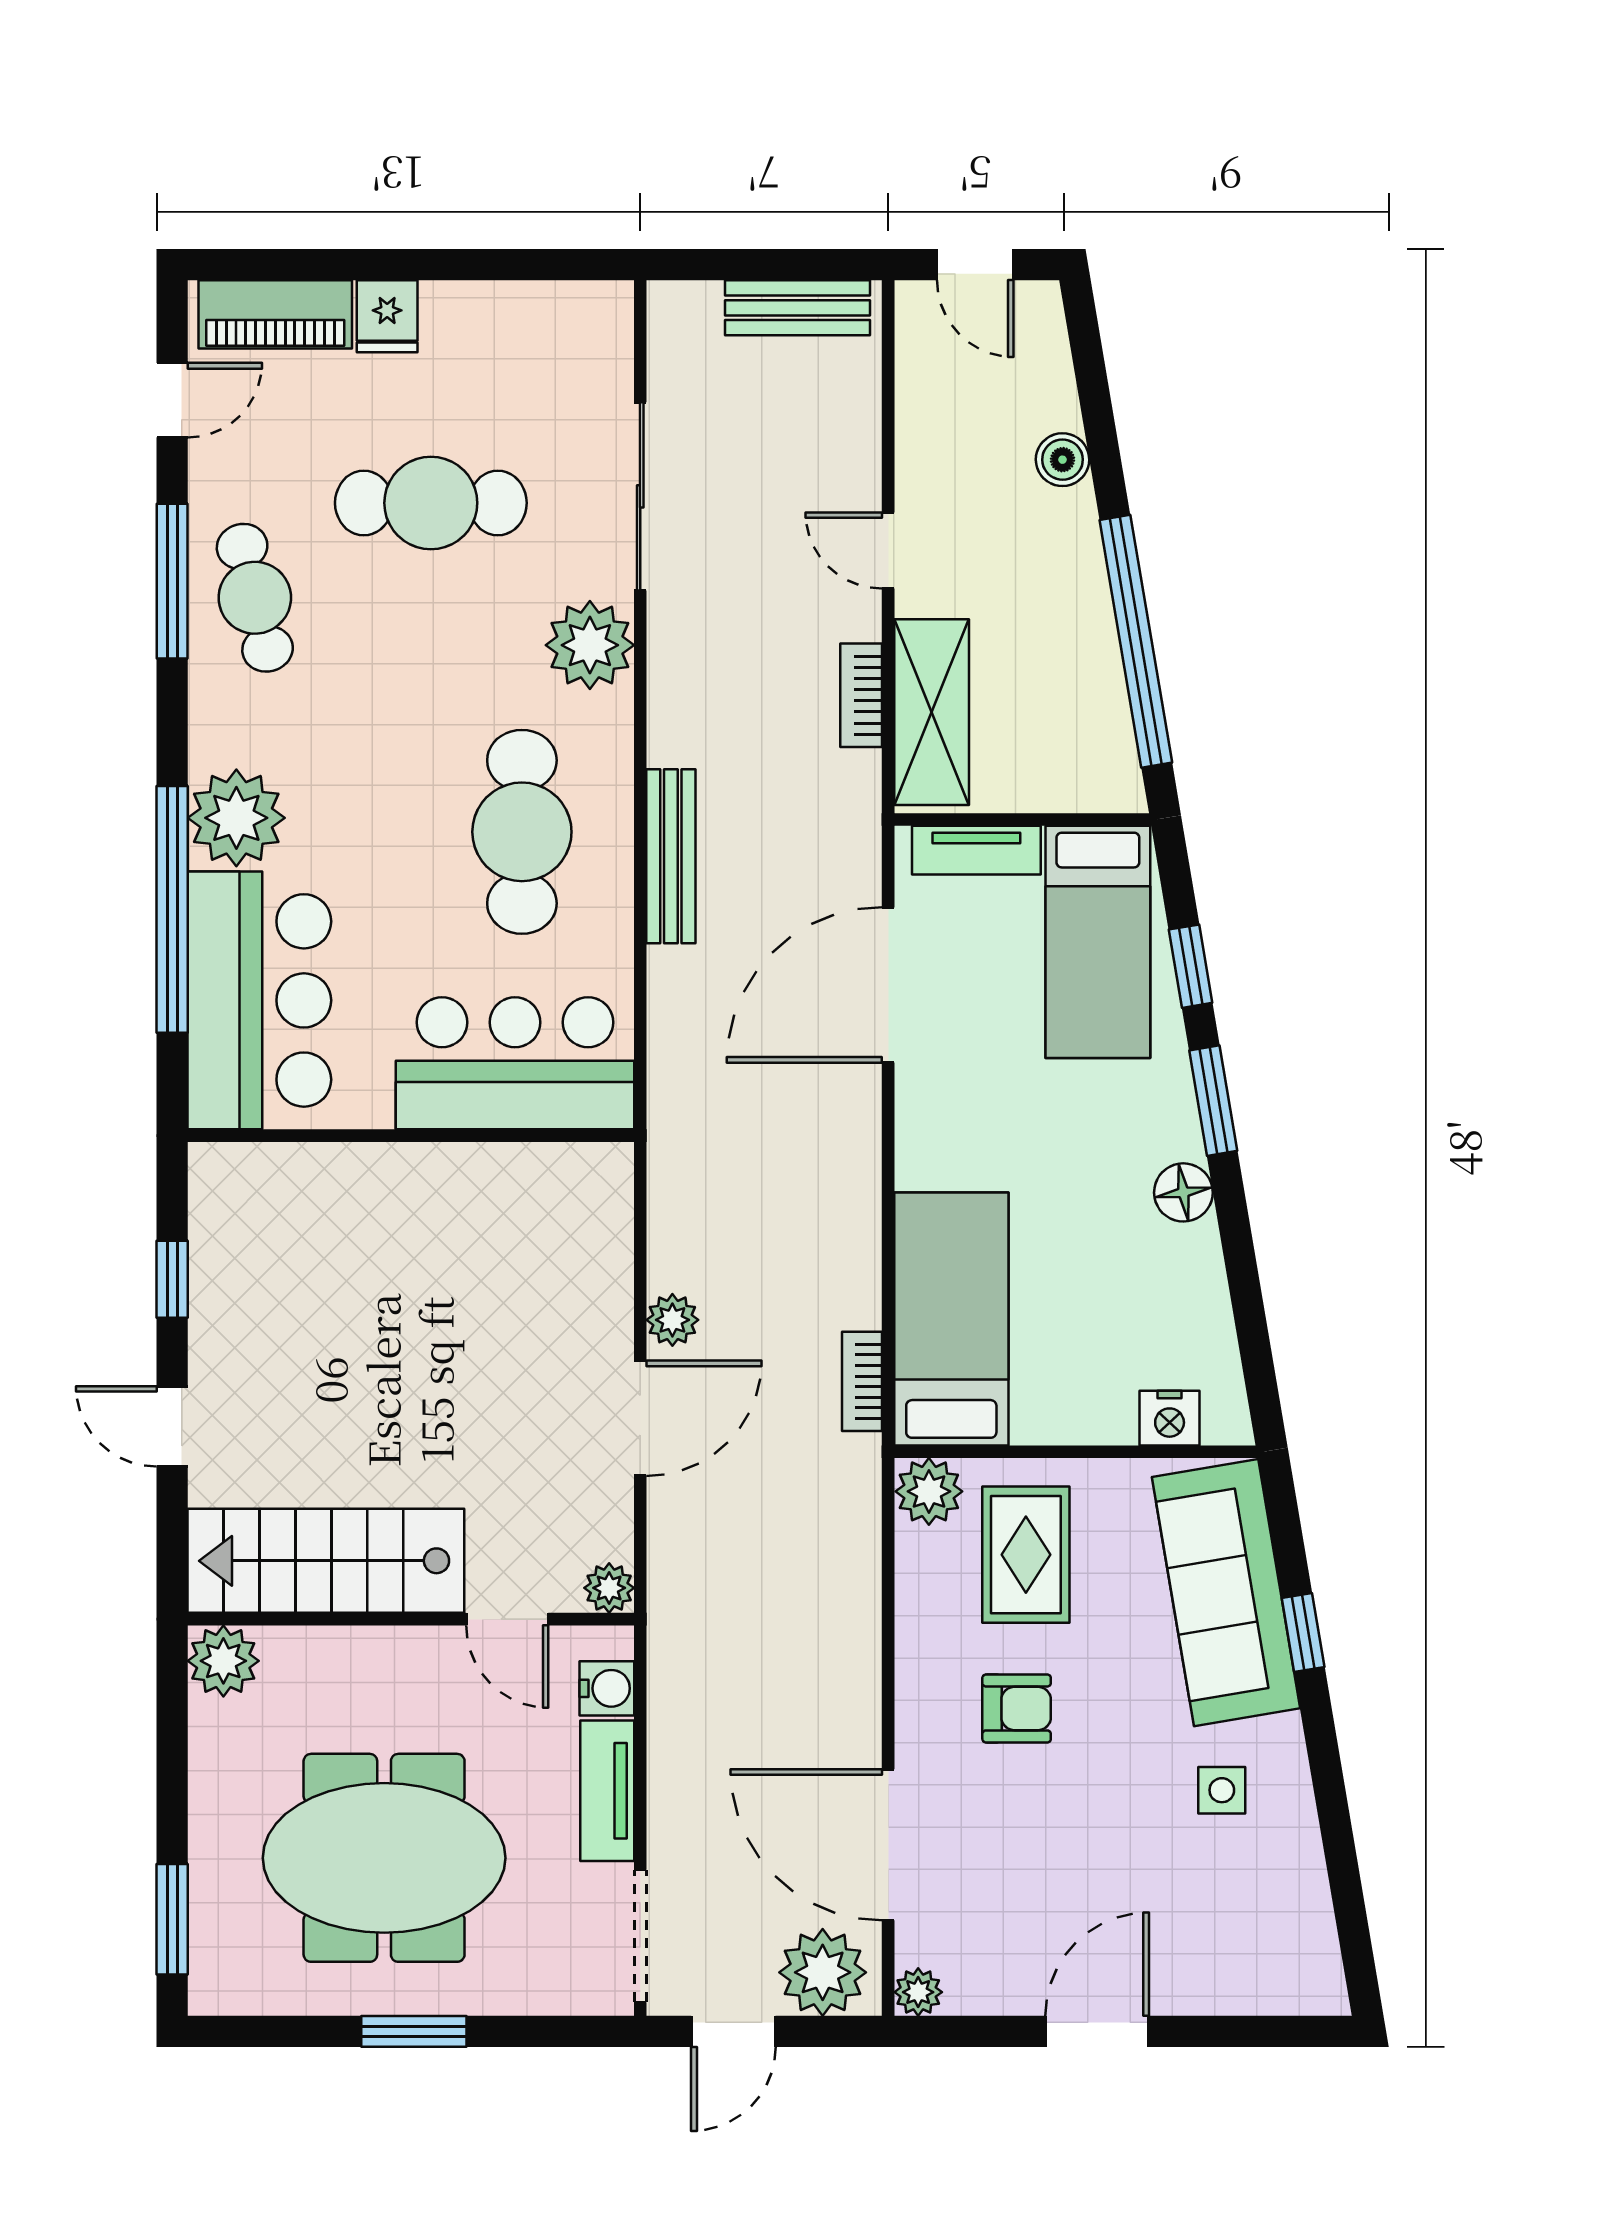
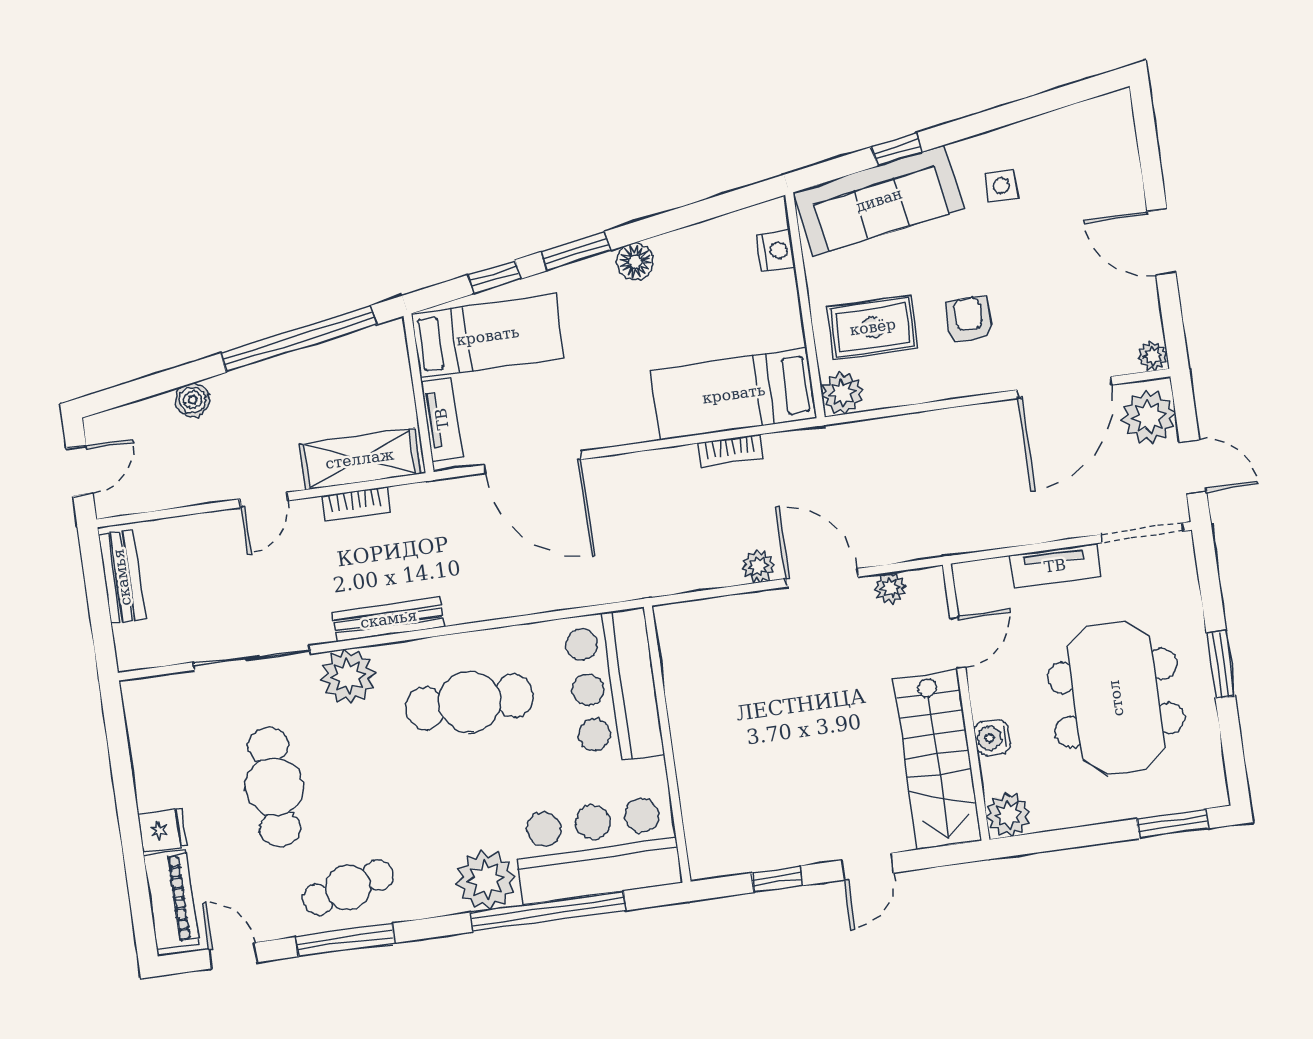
bench: (671, 856) -> (389, 619), moved
bookcase: (862, 1381) -> (731, 451), moved
plant: (609, 1588) -> (890, 588), moved
water cooler: (607, 1688) -> (992, 738), moved, turned -90

